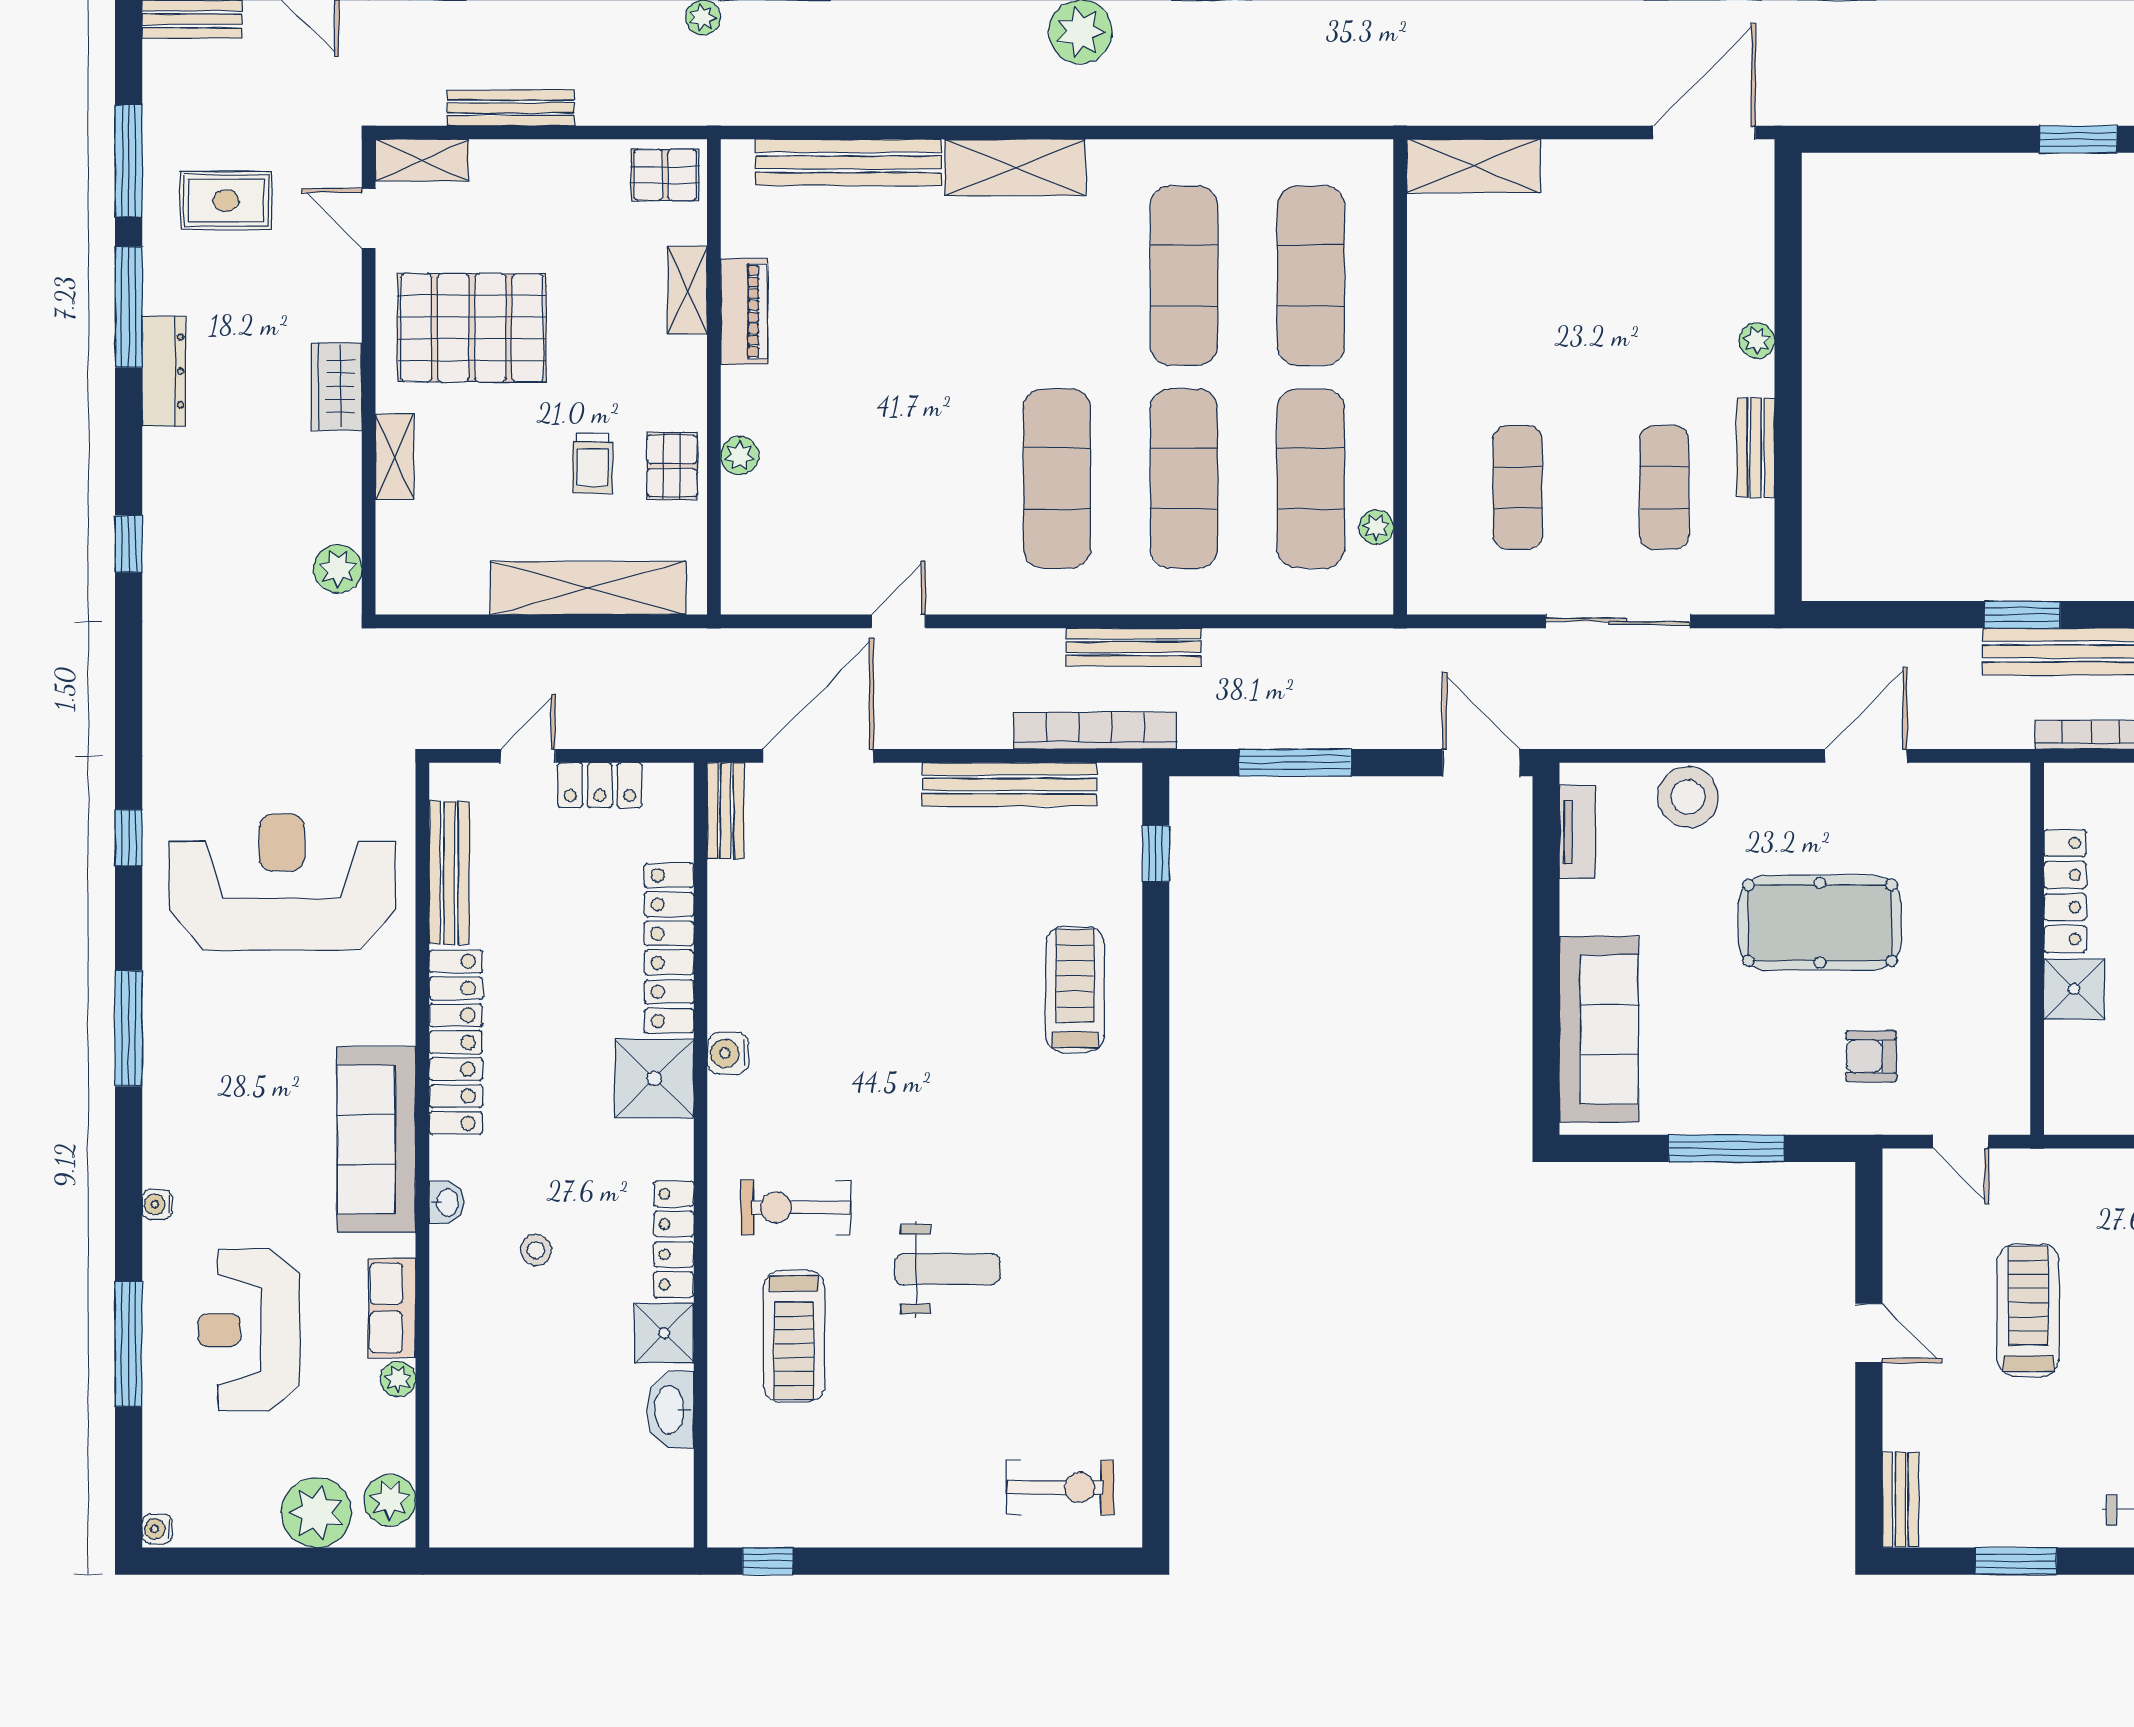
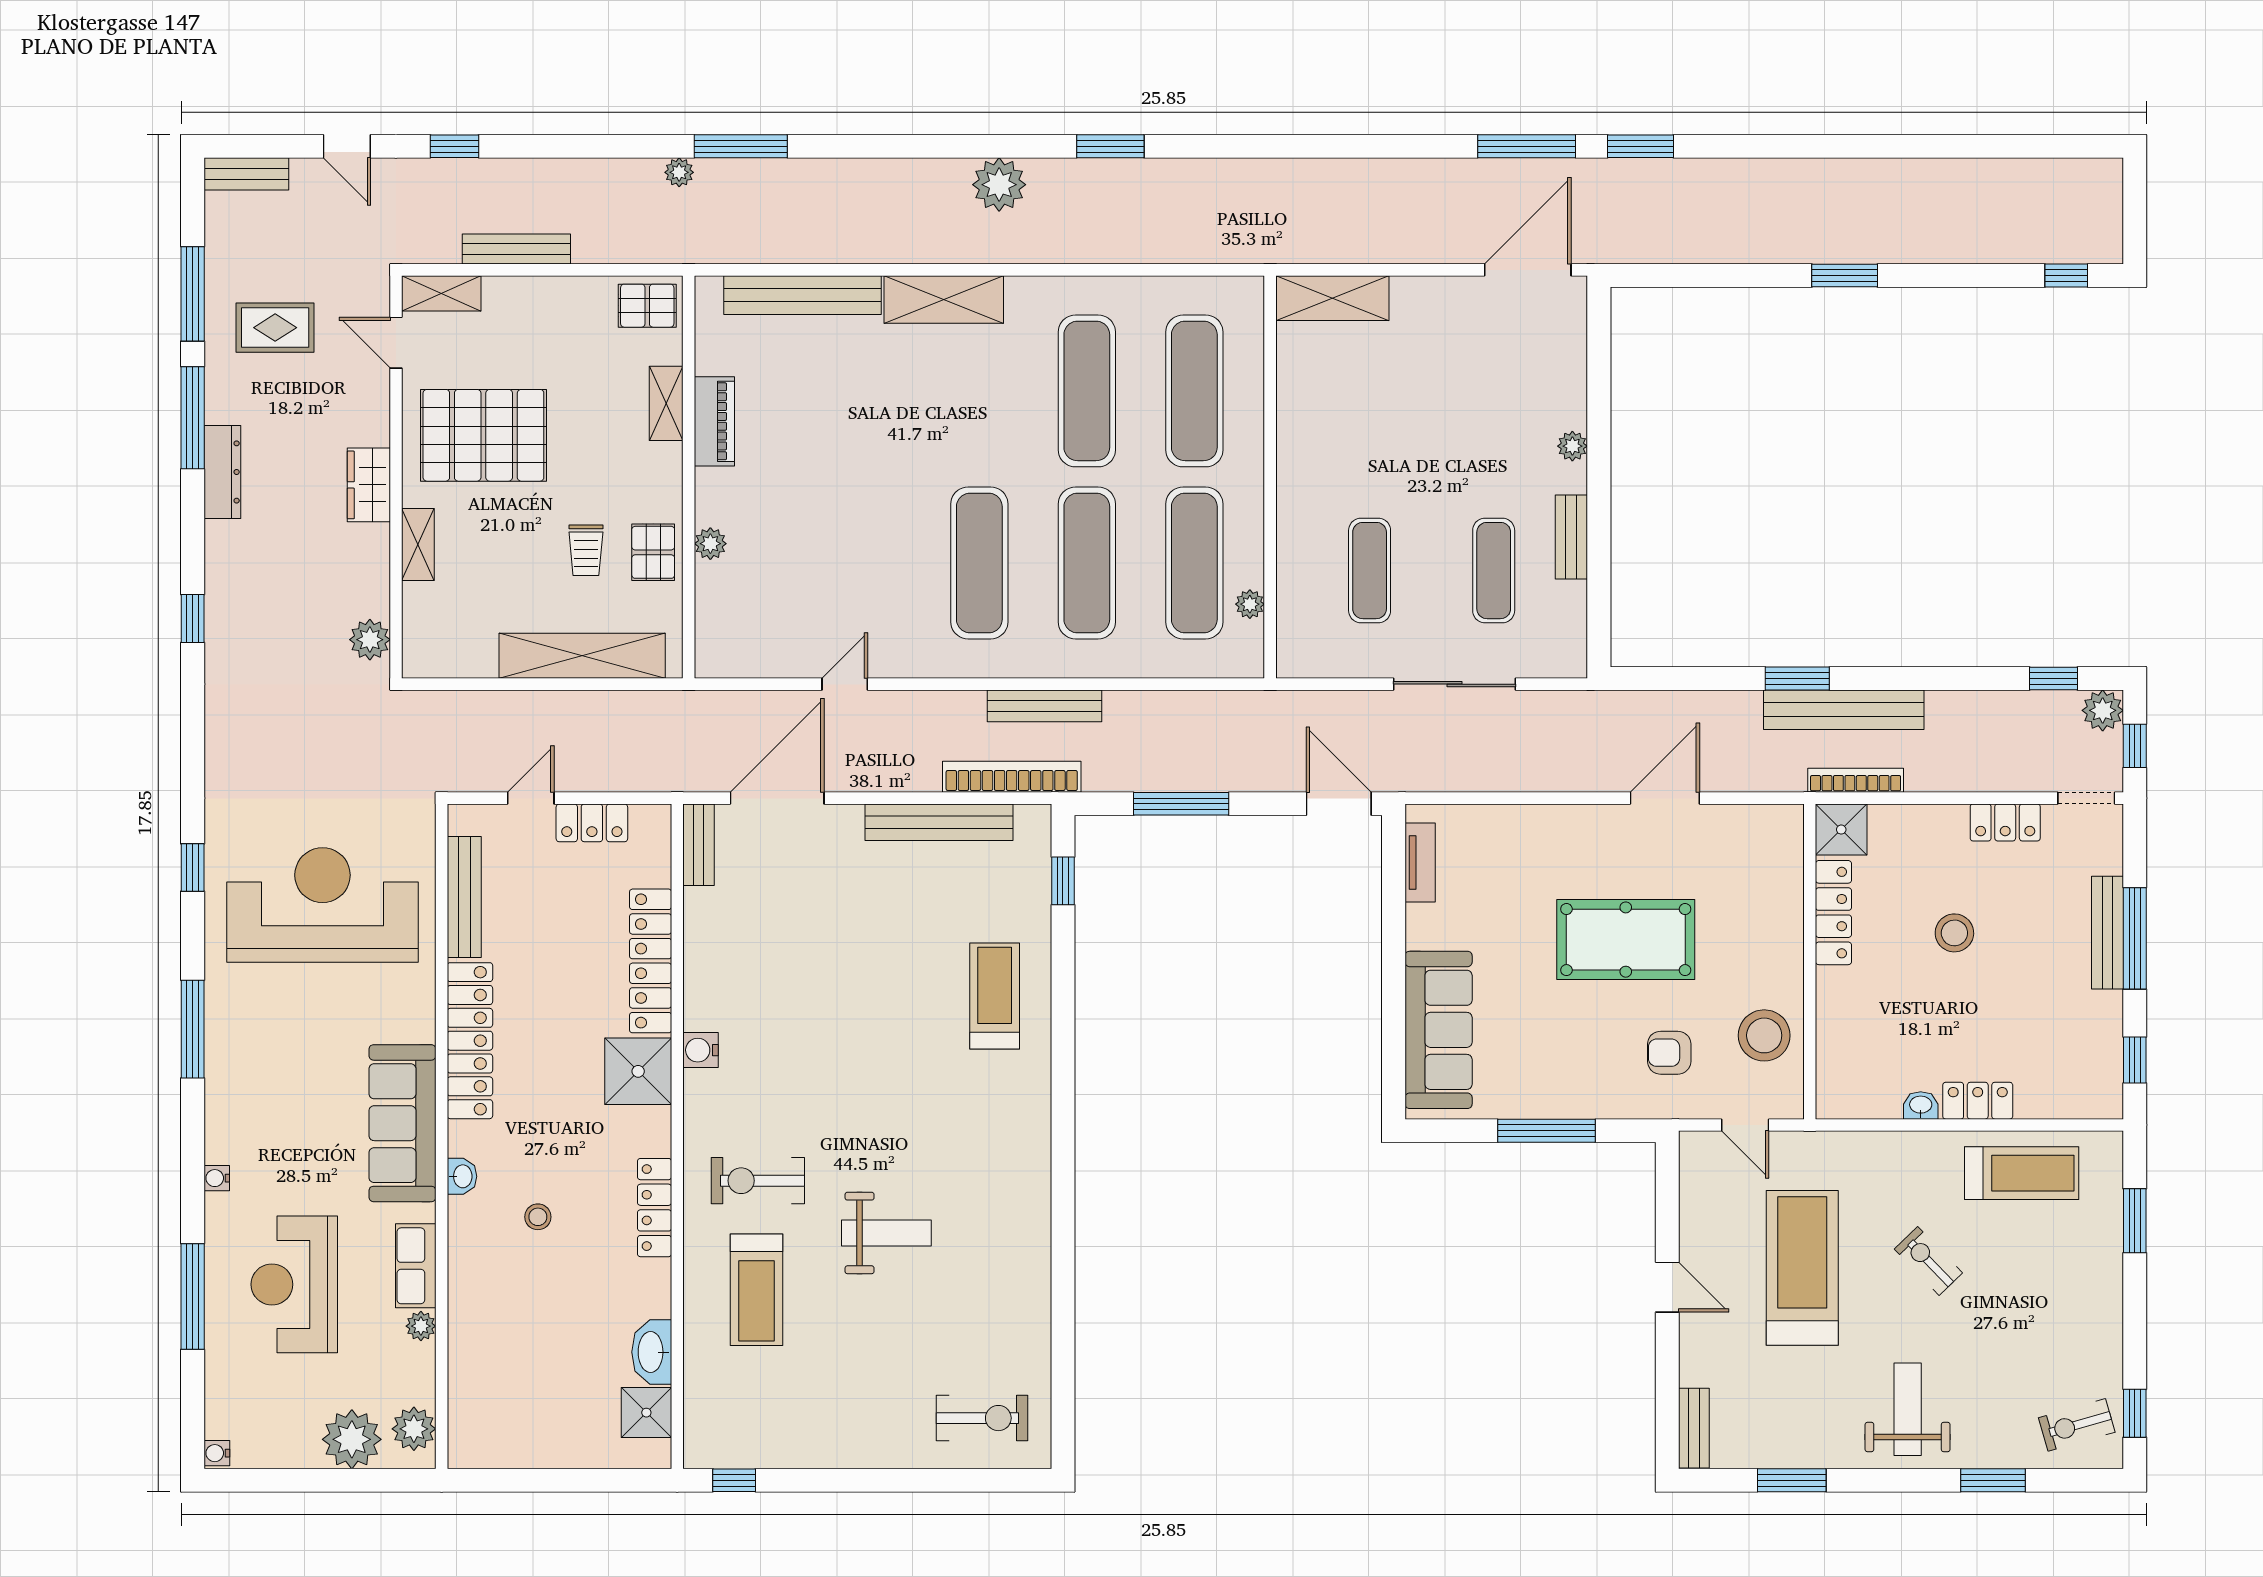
stool: (1688, 797) -> (1764, 1035), moved
shower: (2074, 989) -> (1841, 830), moved
treadmill: (2028, 1310) -> (1802, 1268), width x1.37, depth x1.38
shower: (664, 1333) -> (646, 1413), moved

